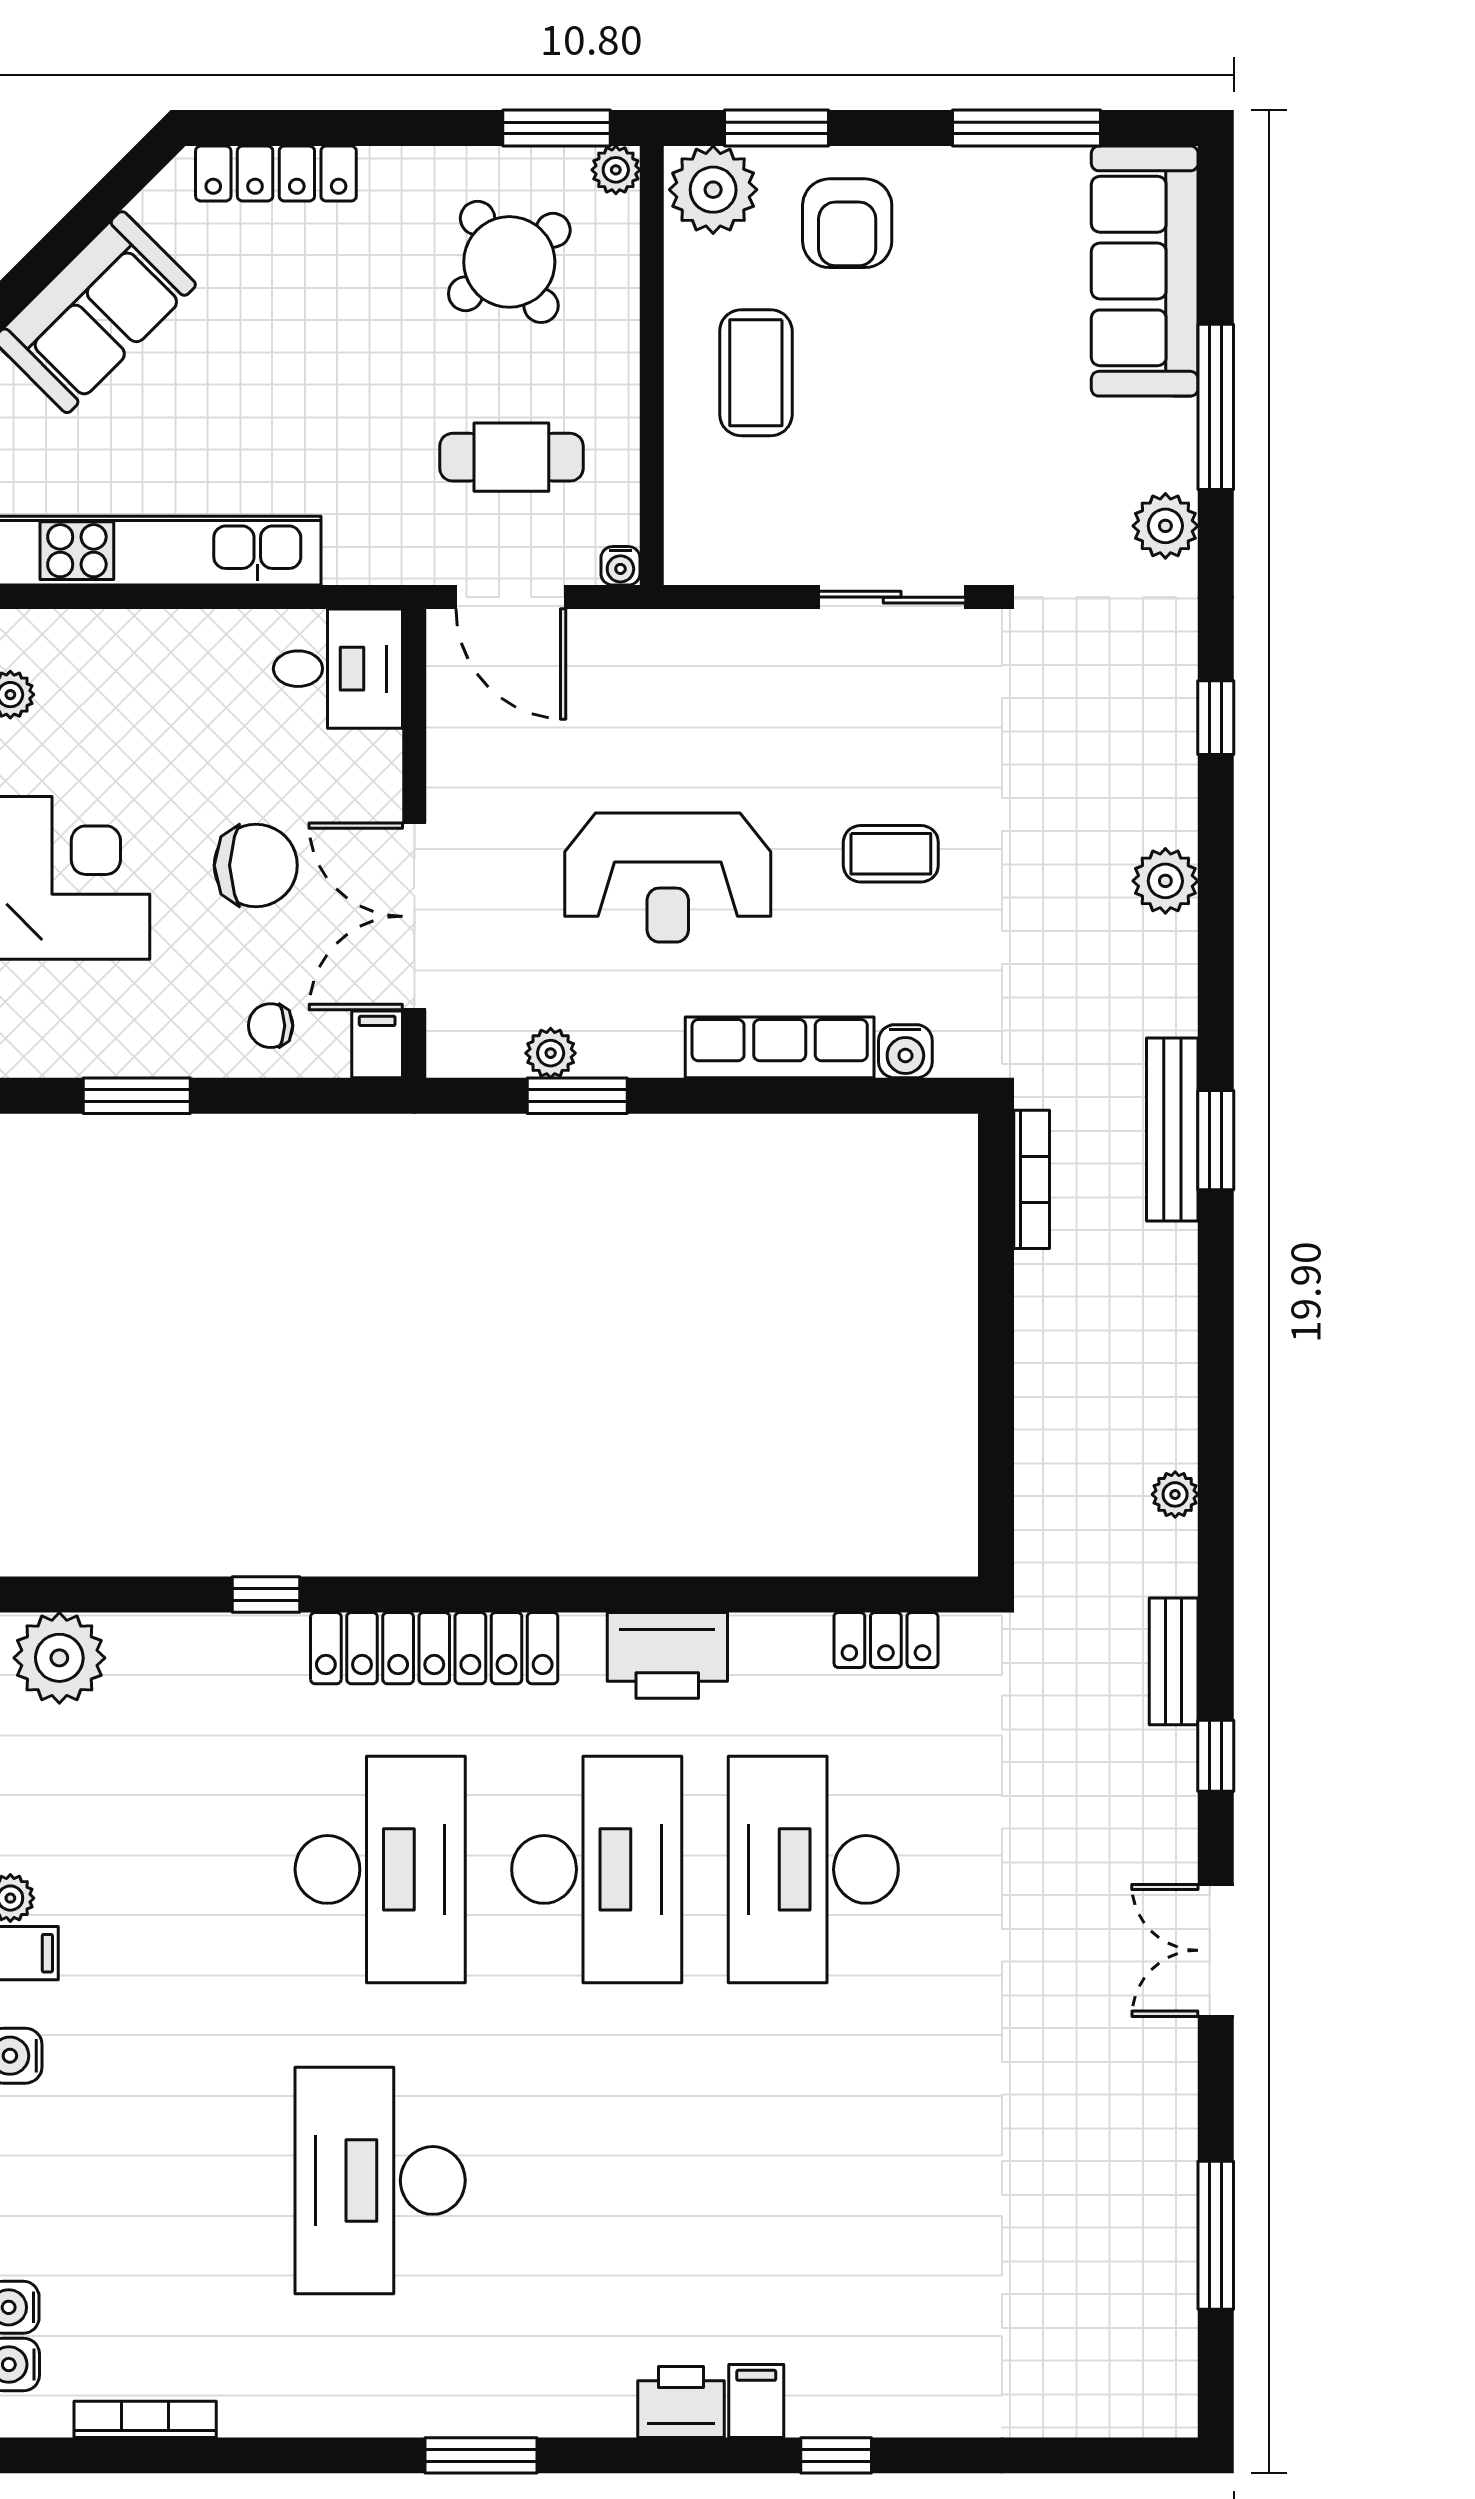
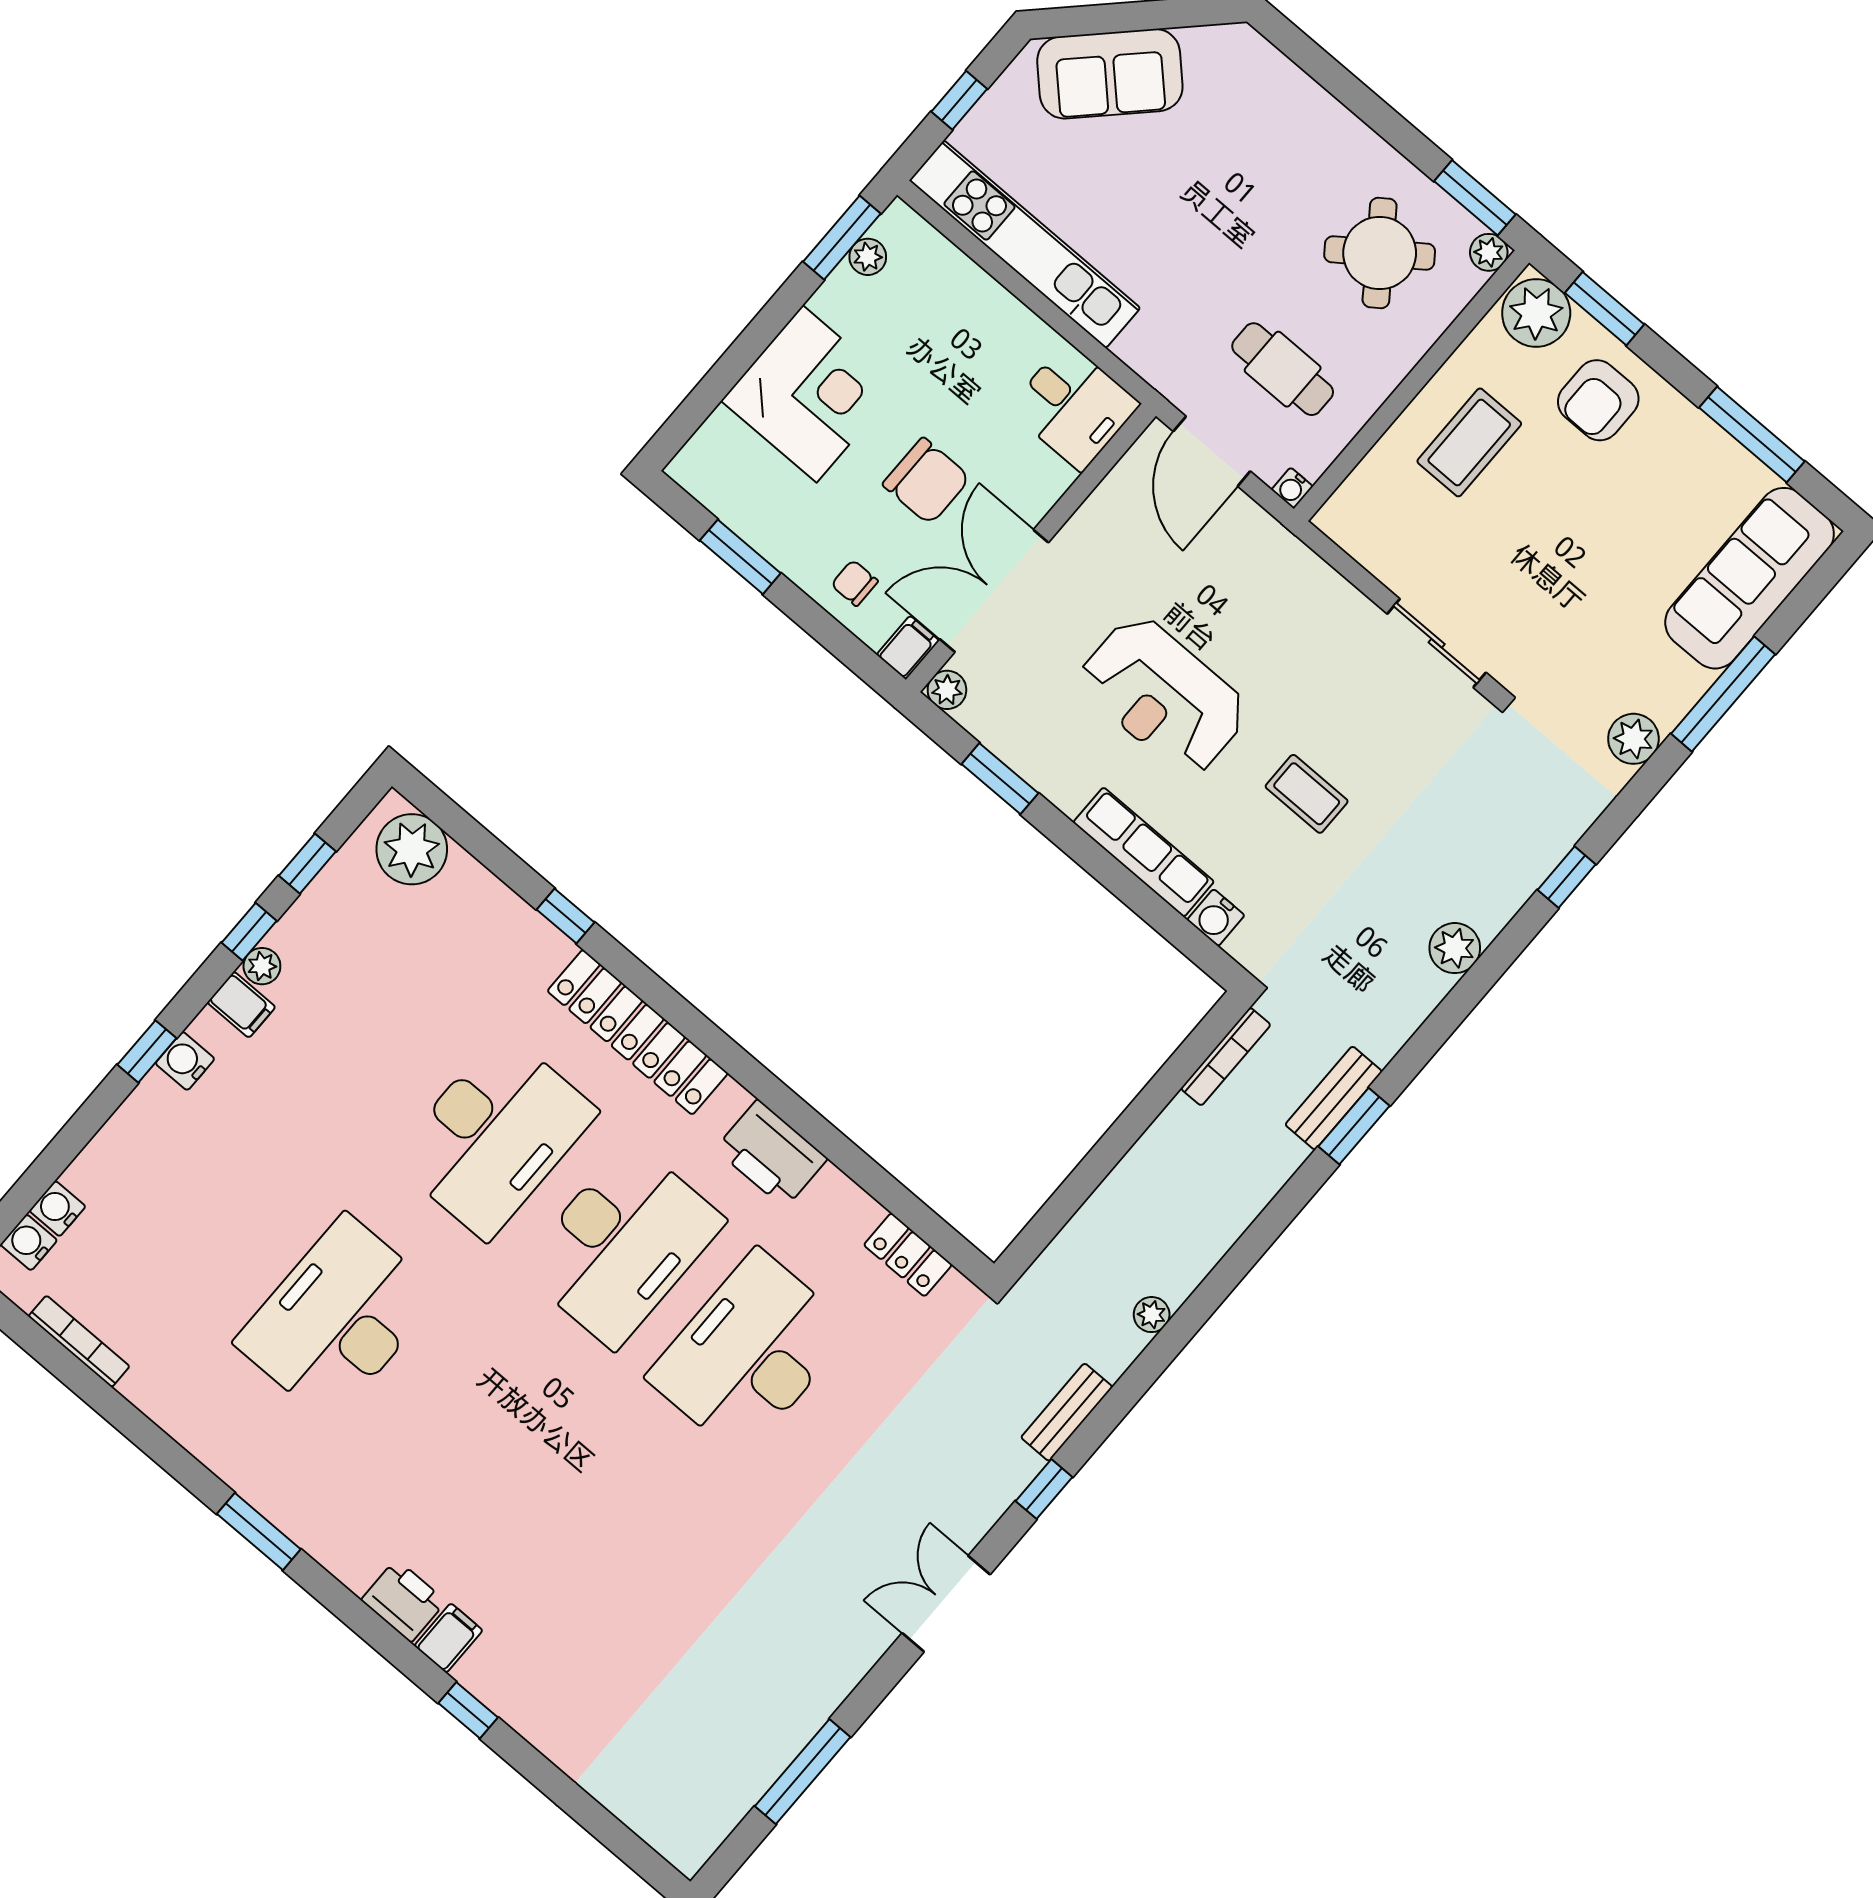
locker: (276, 174) -> (1287, 83), removed
plant: (551, 1053) -> (947, 690), moved
bench: (1172, 1129) -> (1334, 1098), width x0.73

